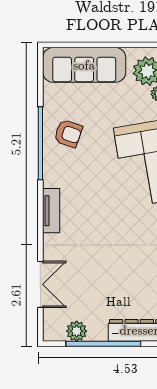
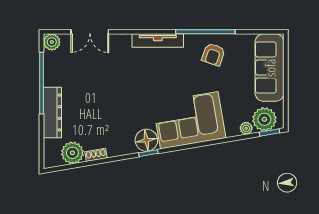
tv unit: (51, 211) -> (158, 41), width x1.41
plant: (77, 331) -> (52, 42), moved

